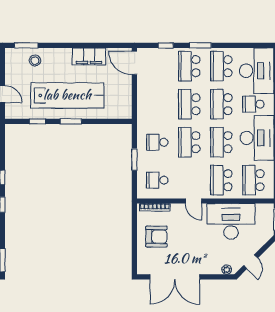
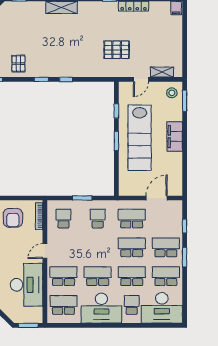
filing cabinet: (89, 56) -> (175, 136), moved
stool: (35, 60) -> (172, 93), moved
door: (134, 63) -> (157, 198), moved
school desk: (189, 142) -> (132, 219), moved

